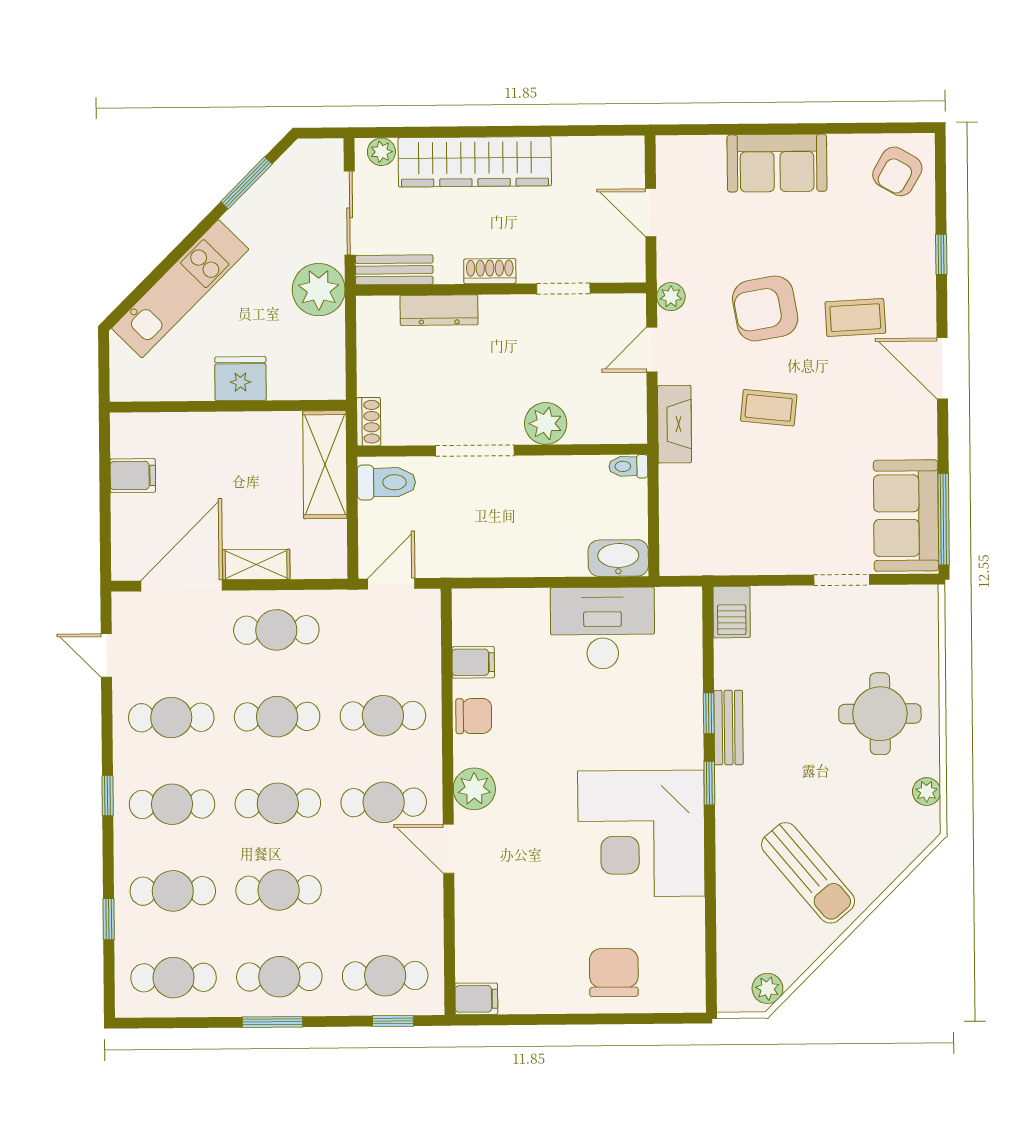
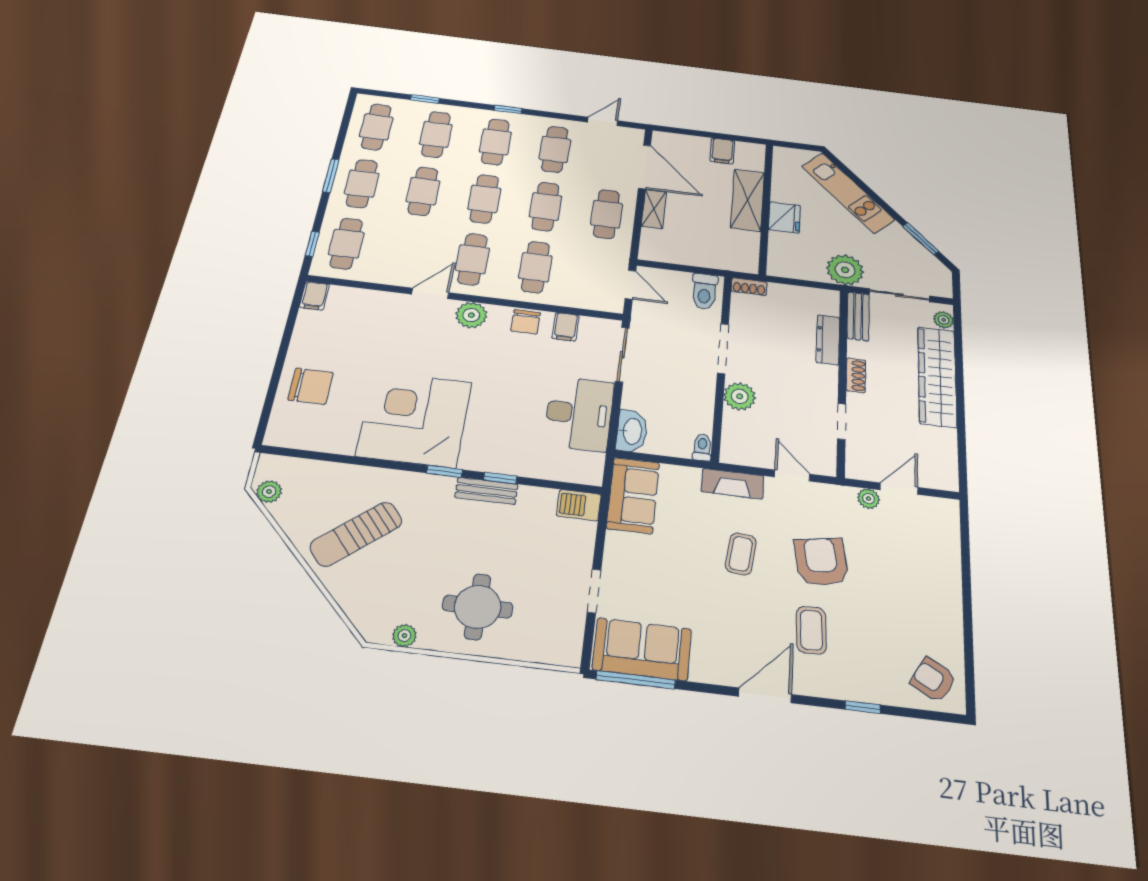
sofa: (777, 163) -> (633, 495), moved, turned 180
plant: (671, 297) -> (868, 499), moved
shelving: (325, 465) -> (747, 200), moved, turned 90
sliding door: (505, 583) -> (622, 355), added

